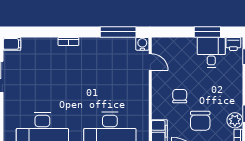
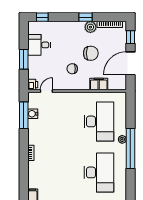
window: (207, 32) -> (24, 59), moved
water cooler: (142, 44) -> (33, 114), moved
printer: (233, 44) -> (33, 85), moved

